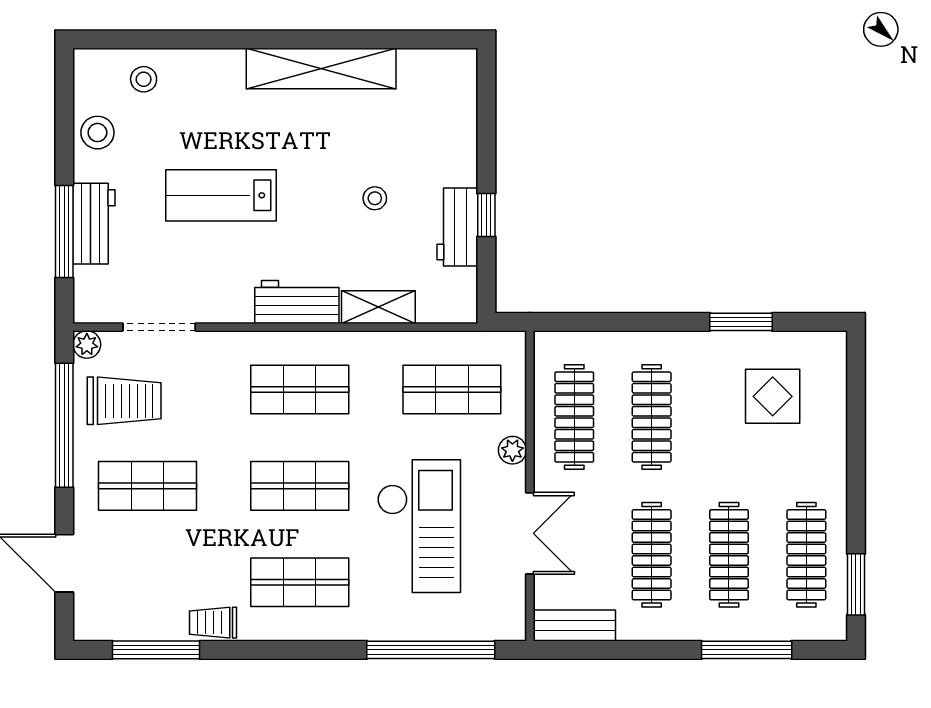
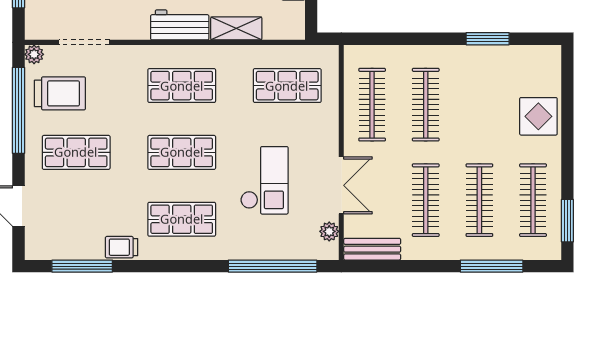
display table: (773, 396) -> (538, 116), moved
plant: (512, 450) -> (329, 231), moved
checkout: (419, 526) -> (264, 180), width x0.73, depth x0.83

